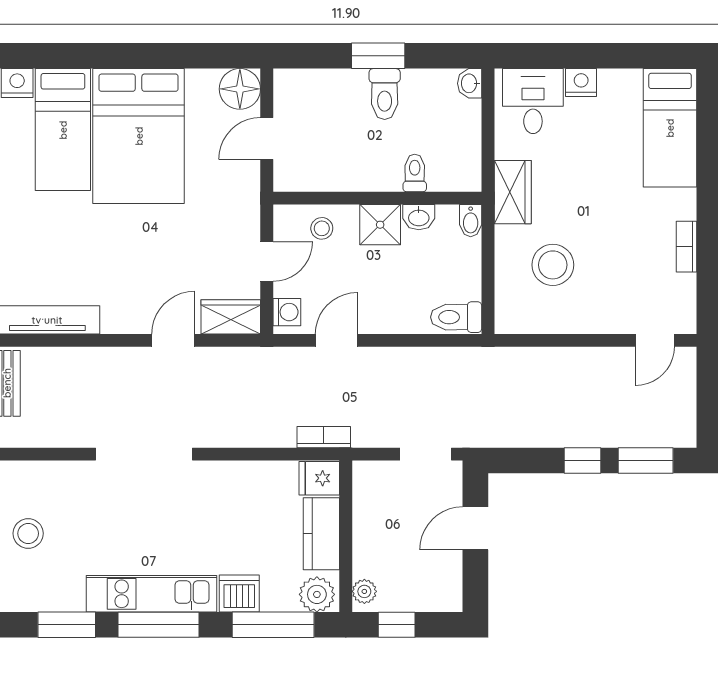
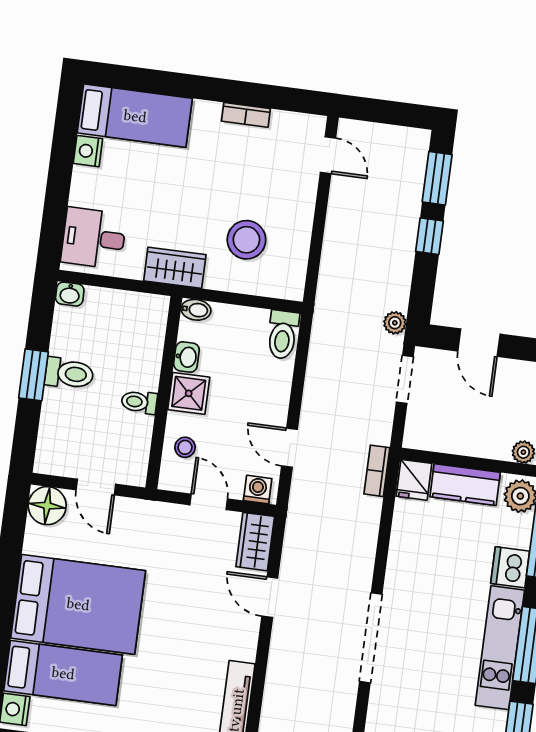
nightstand: (581, 83) -> (88, 151), moved
toilet: (415, 173) -> (139, 402), moved
plant: (485, 436) -> (395, 323), added

